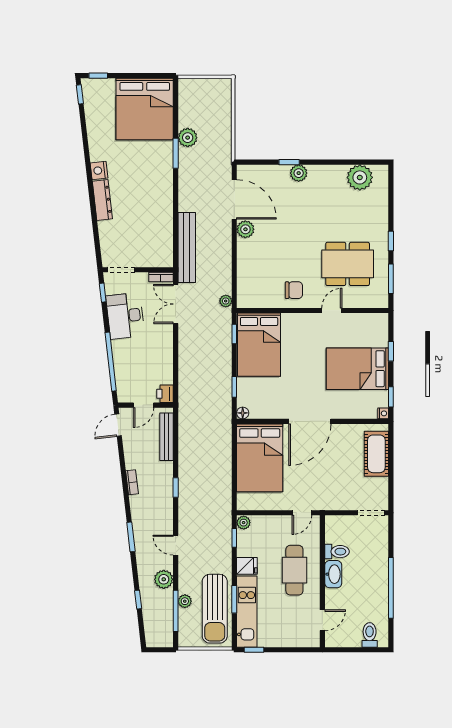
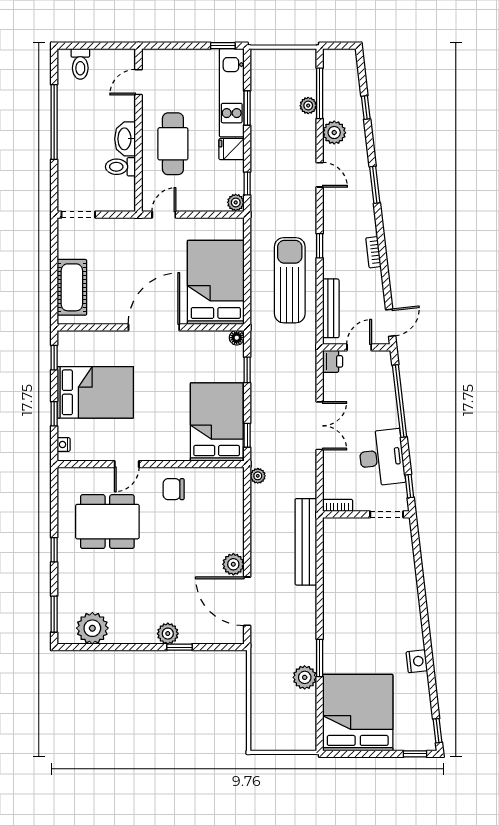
nightstand: (99, 170) -> (417, 661), moved
dresser: (102, 200) -> (410, 600), removed
window: (391, 279) -> (54, 614), moved
double door: (176, 304) -> (320, 426), moved
nightstand: (383, 413) -> (64, 445), moved
sun lounger: (215, 609) -> (290, 280), moved

